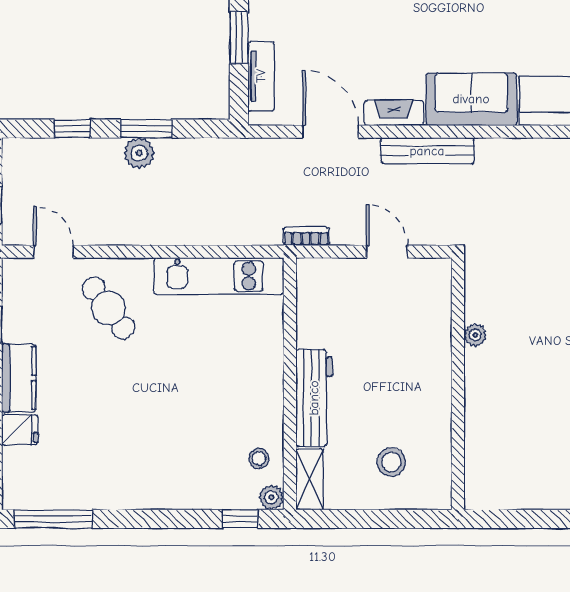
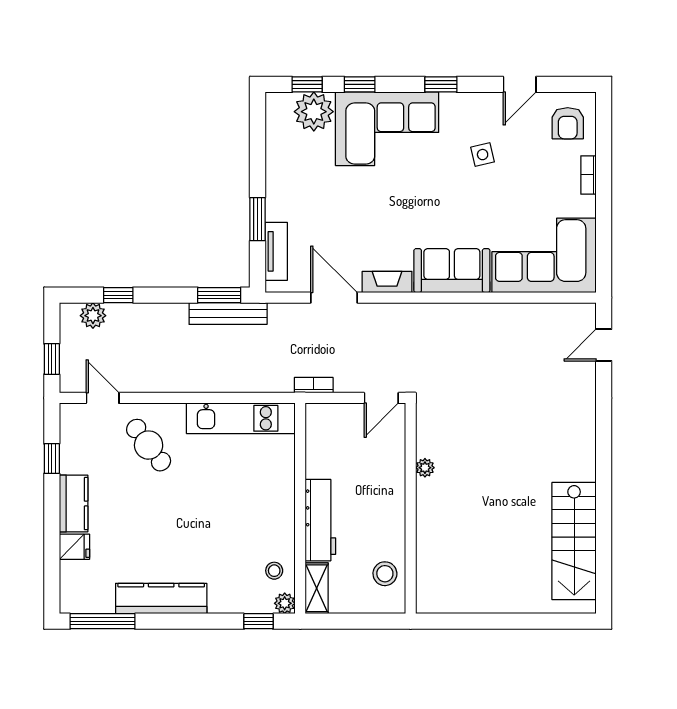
window: (146, 129) -> (219, 295), moved
bench: (427, 151) -> (228, 314), moved
plant: (139, 153) -> (93, 316), moved
door: (387, 252) -> (381, 398), swing flipped
plant: (475, 335) -> (425, 468), moved
wall: (458, 384) -> (411, 508), moved
kitchen counter: (123, 492) -> (161, 598), added

